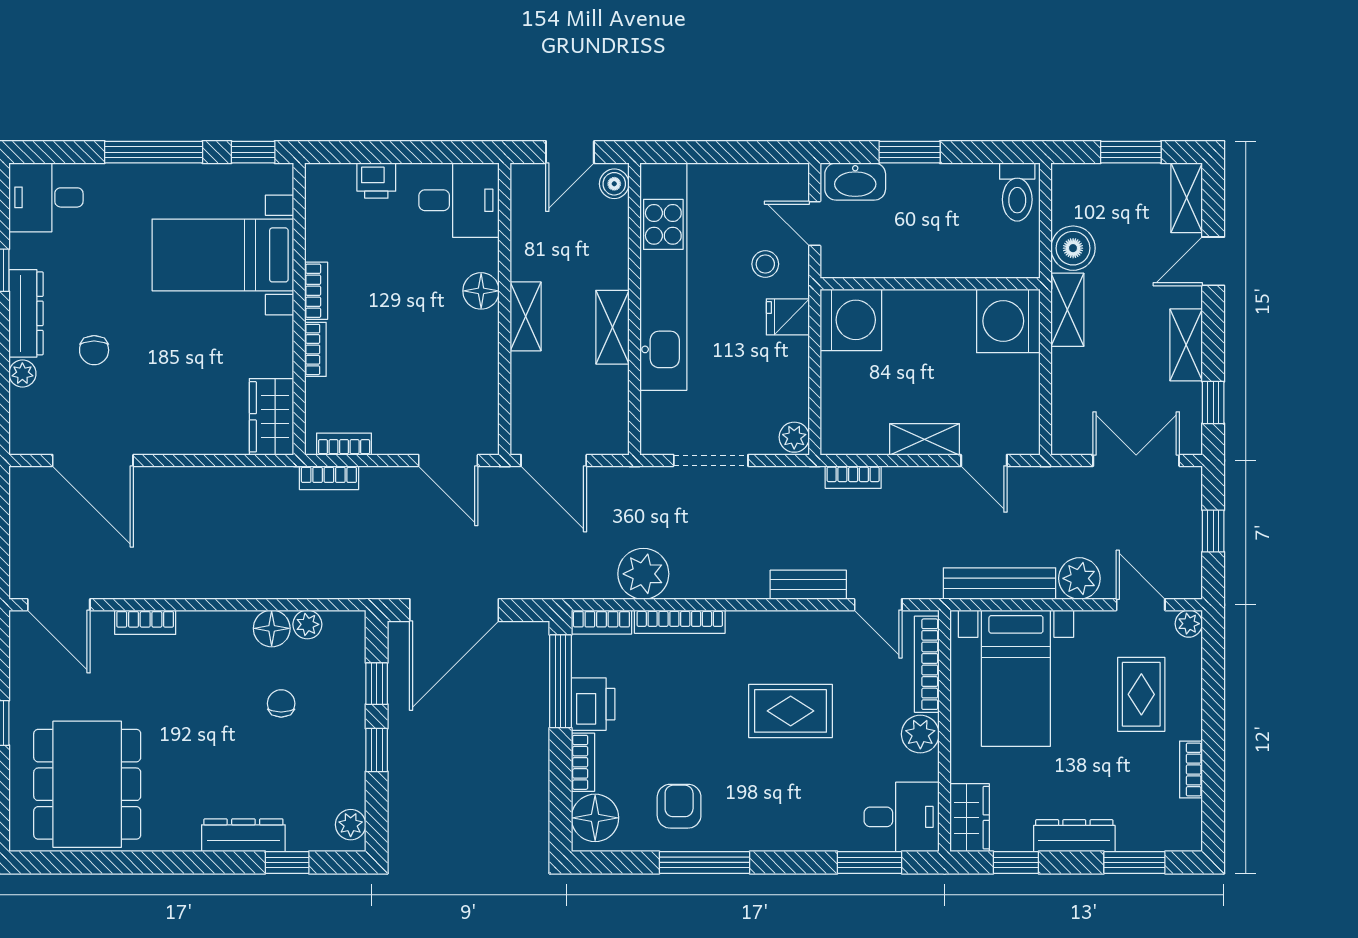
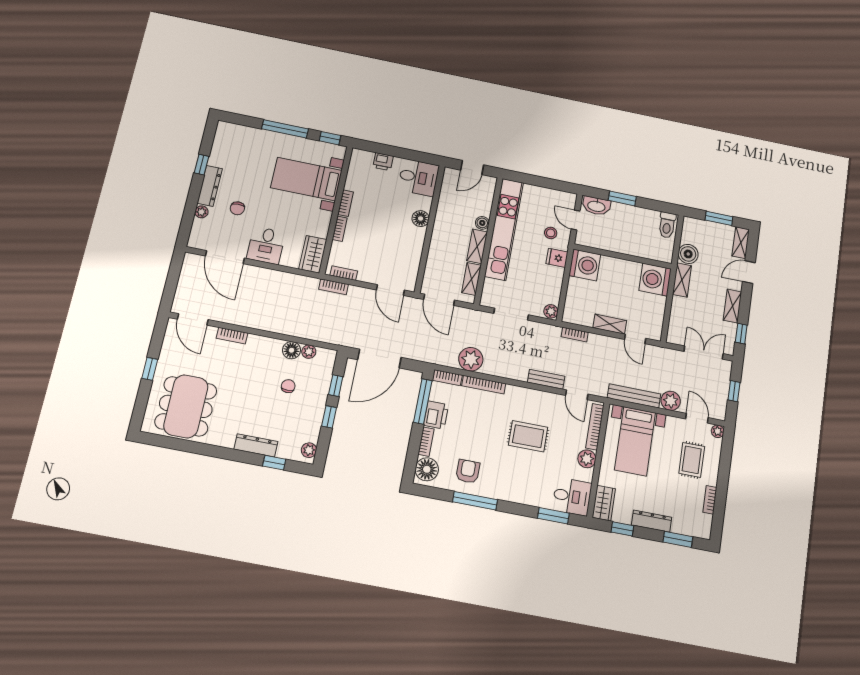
boiler: (614, 184) -> (482, 223), moved
desk: (46, 197) -> (266, 245), moved, turned -90
shelving: (526, 316) -> (471, 279), moved

